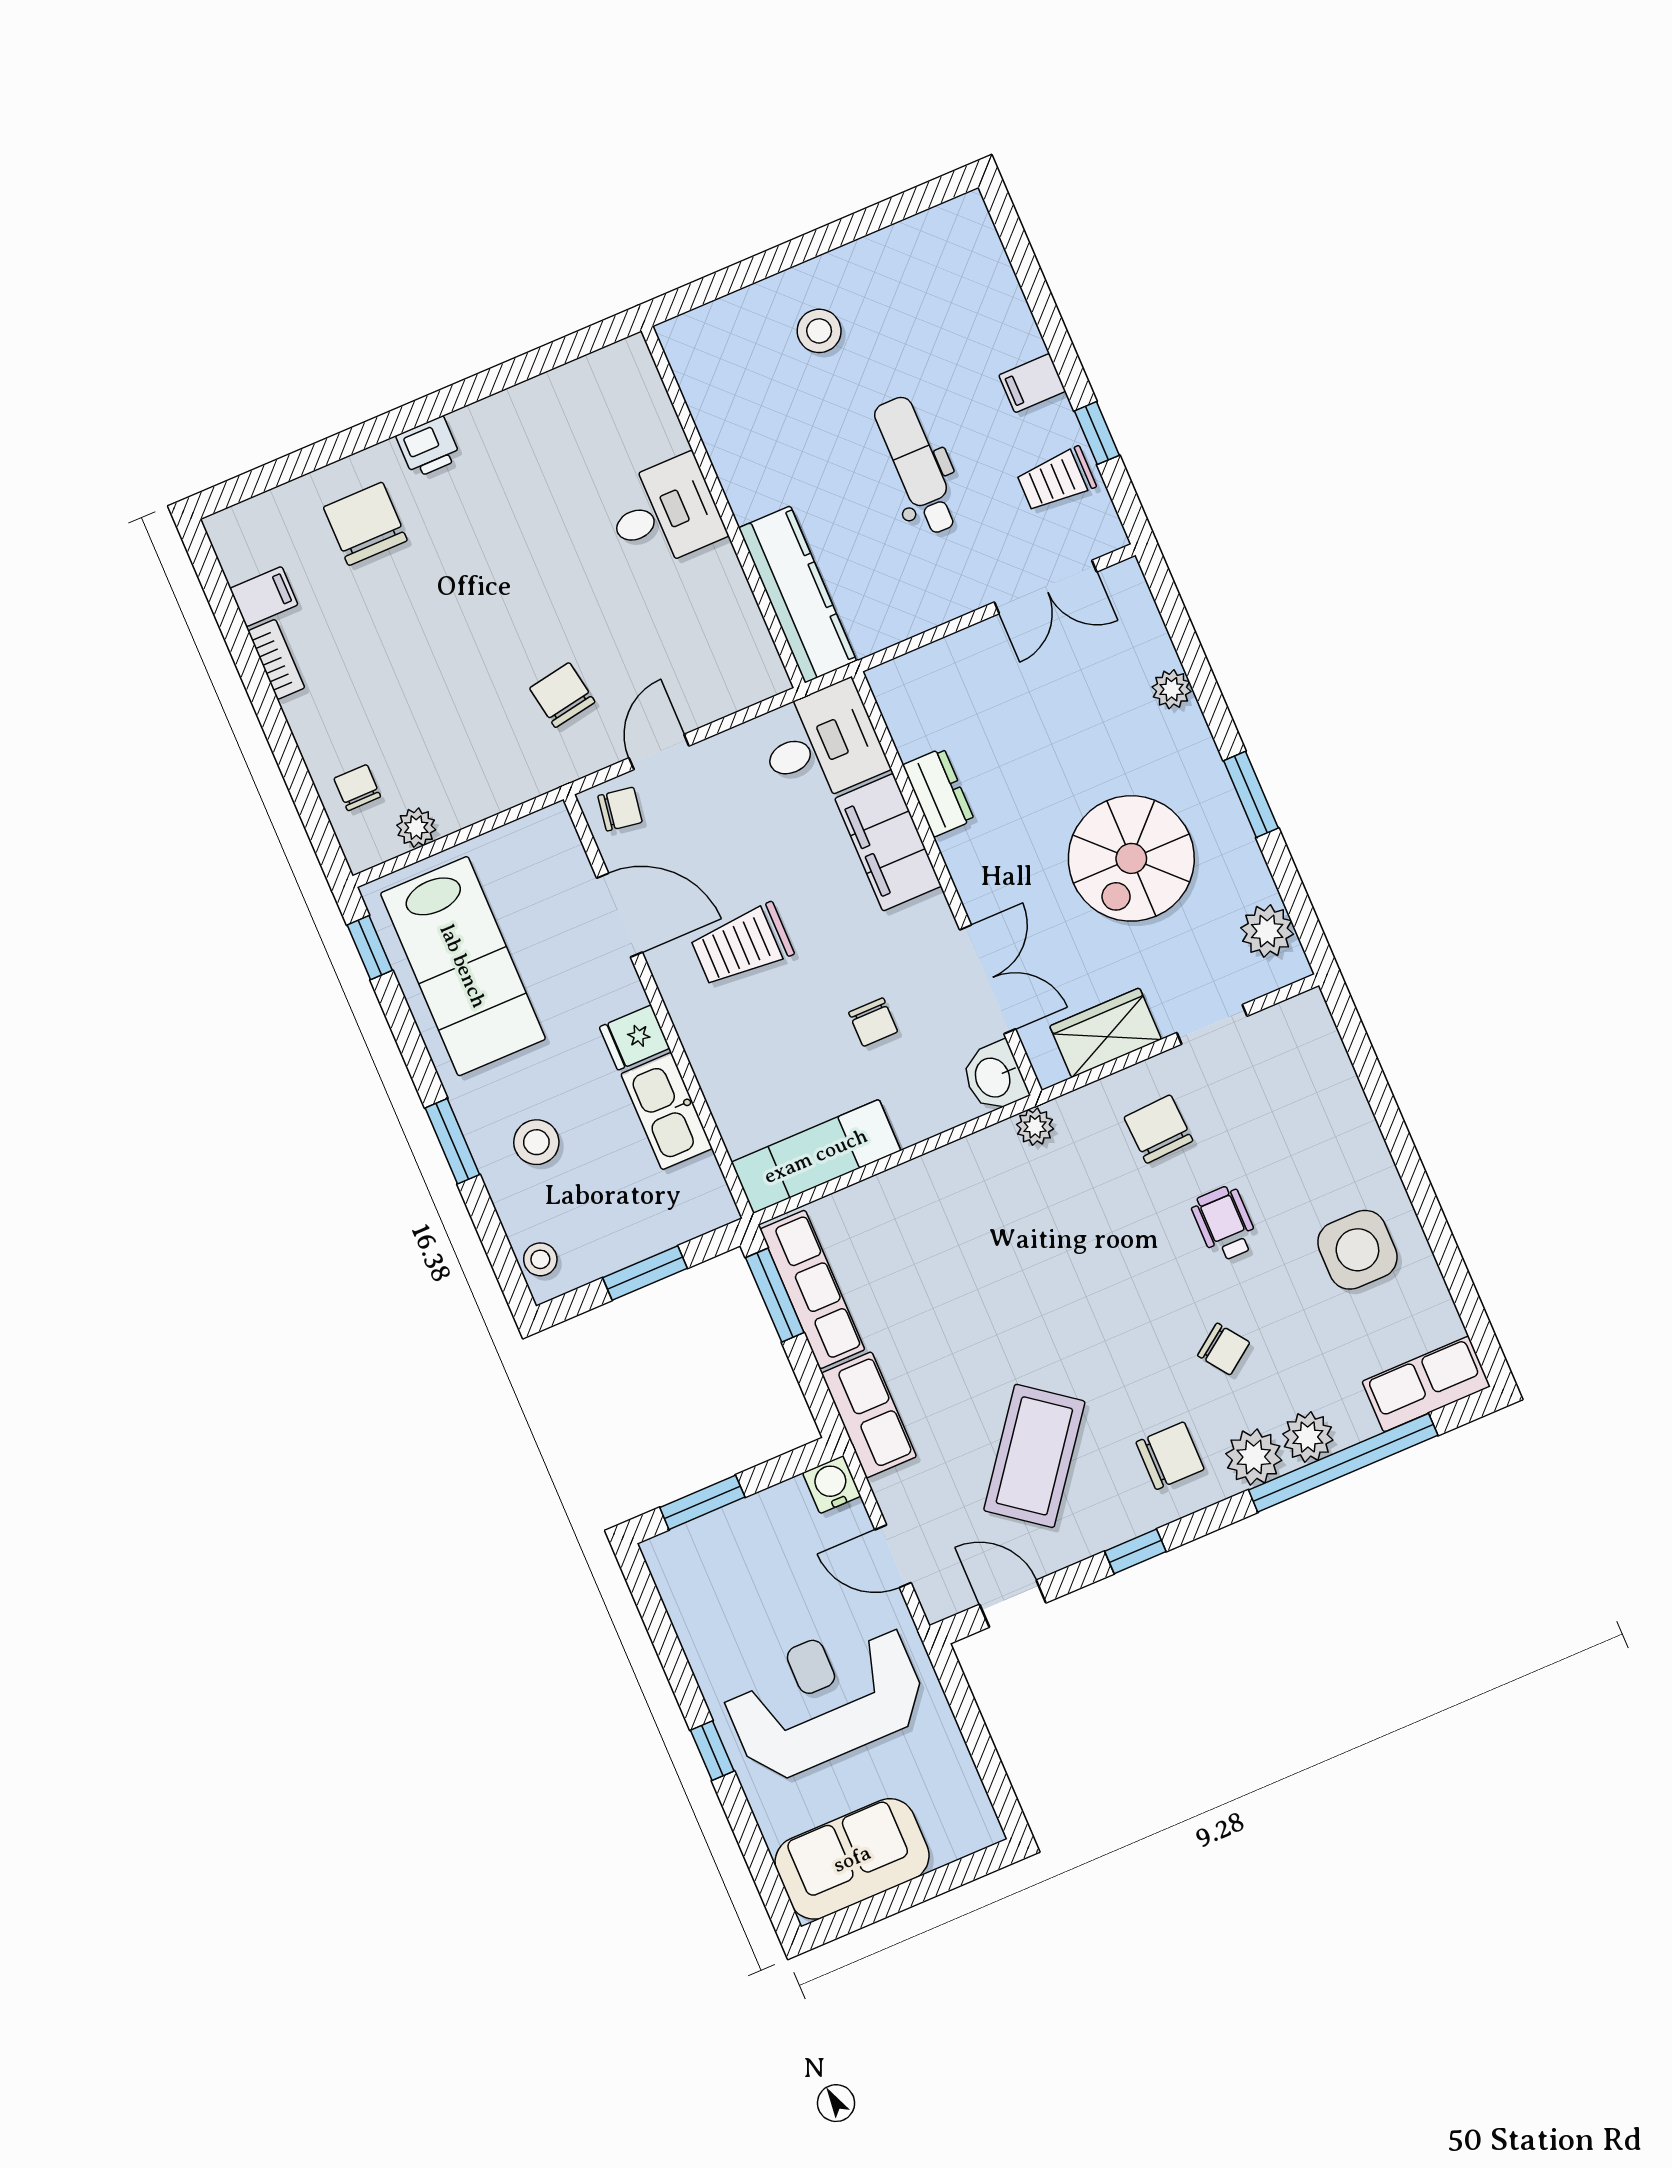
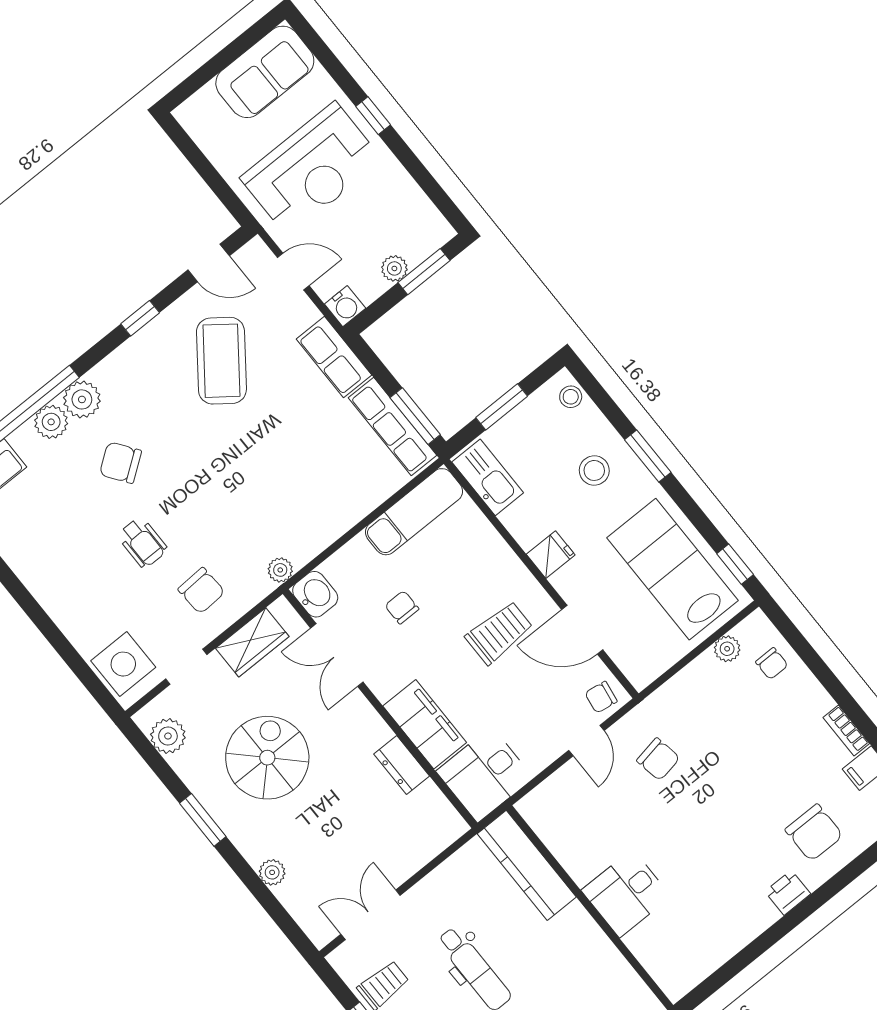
kitchen sink: (667, 1111) -> (488, 477), moved
side table: (1357, 1250) -> (123, 664), moved
chair: (1224, 1349) -> (120, 463), width x1.37, depth x1.37
chair: (1170, 1456) -> (135, 385), removed
plant: (744, 1519) -> (394, 268), added

